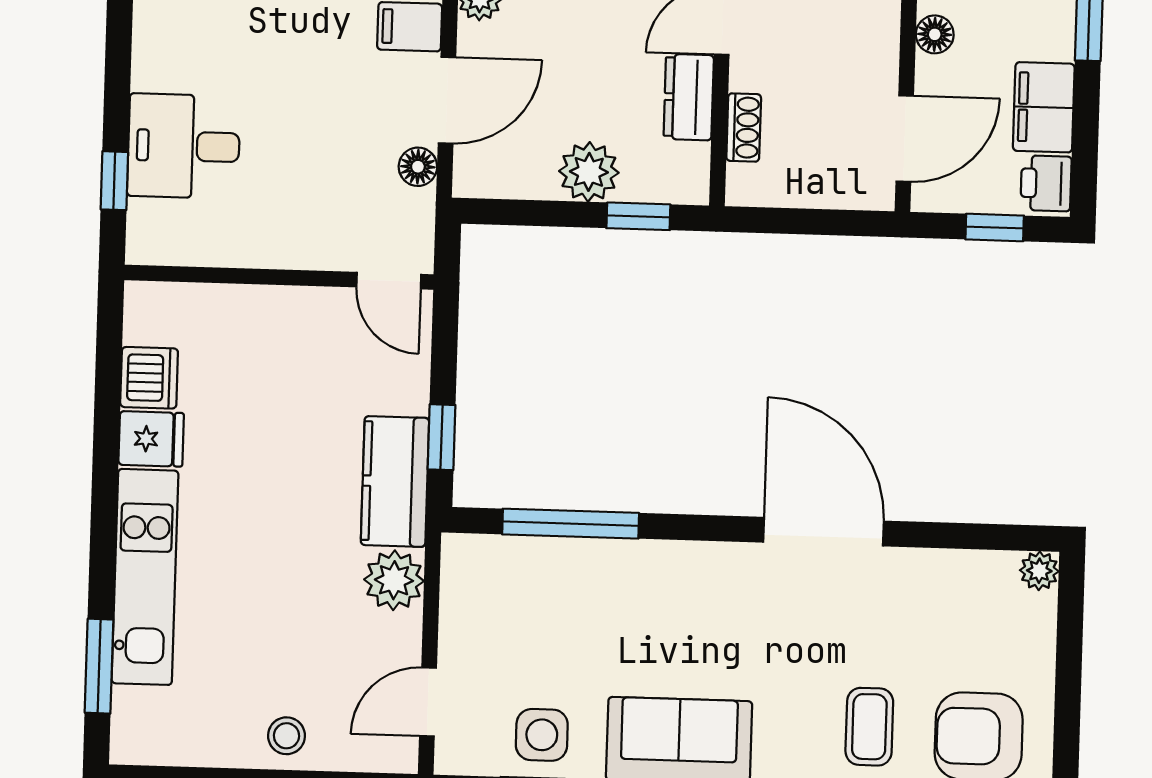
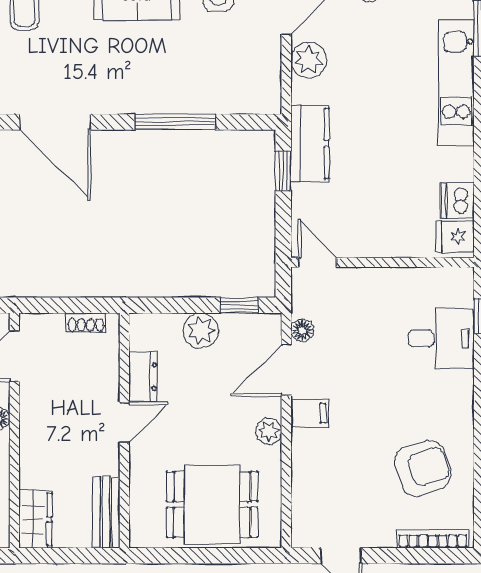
shoe rack: (744, 127) -> (86, 323), moved, turned -90
window: (638, 216) -> (239, 305), moved
fridge: (151, 439) -> (455, 237), moved
window: (571, 524) -> (175, 122), moved
plant: (394, 580) -> (309, 60), moved

